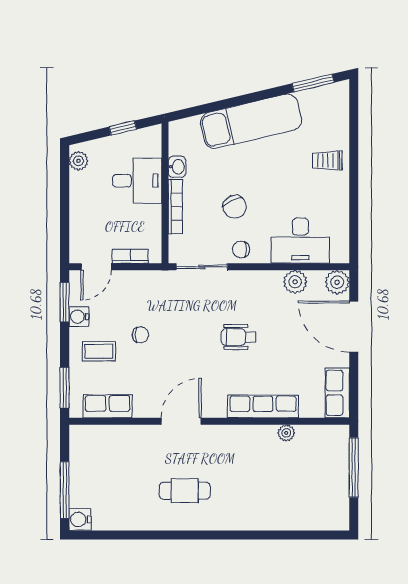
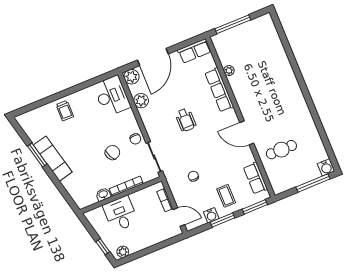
window: (313, 83) -> (37, 155), moved
exam couch: (251, 121) -> (53, 159), width x0.73, depth x0.69
window: (123, 128) -> (103, 247), moved
desk: (300, 241) -> (112, 96), moved
window: (65, 302) -> (223, 220), moved
chair: (140, 335) -> (193, 176), moved
cafe table: (185, 491) -> (281, 150), moved, turned 90

